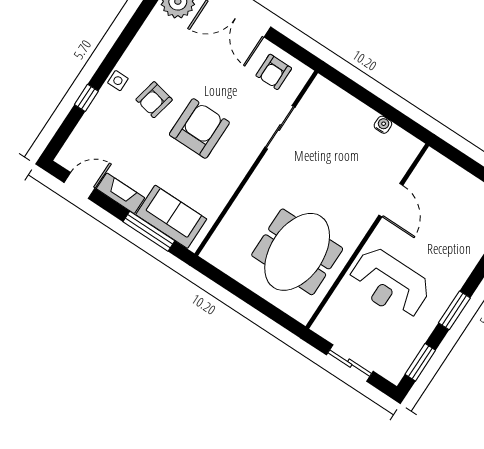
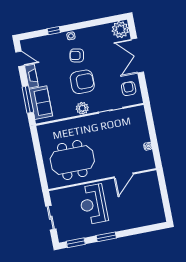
armchair: (274, 72) -> (129, 89), turned 90
plant: (237, 165) -> (82, 108), added

